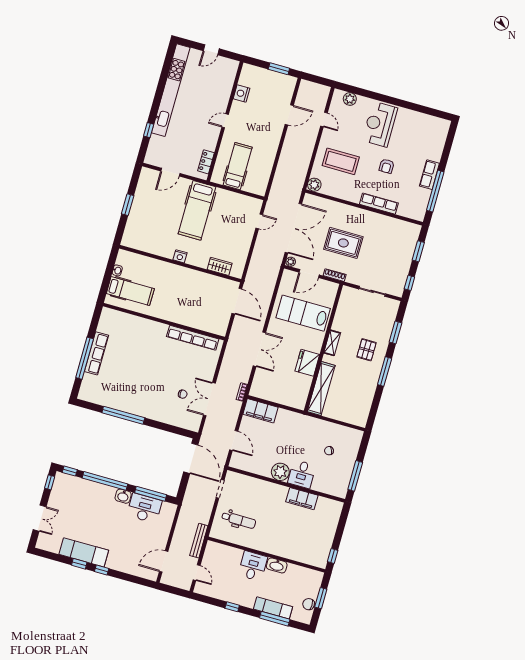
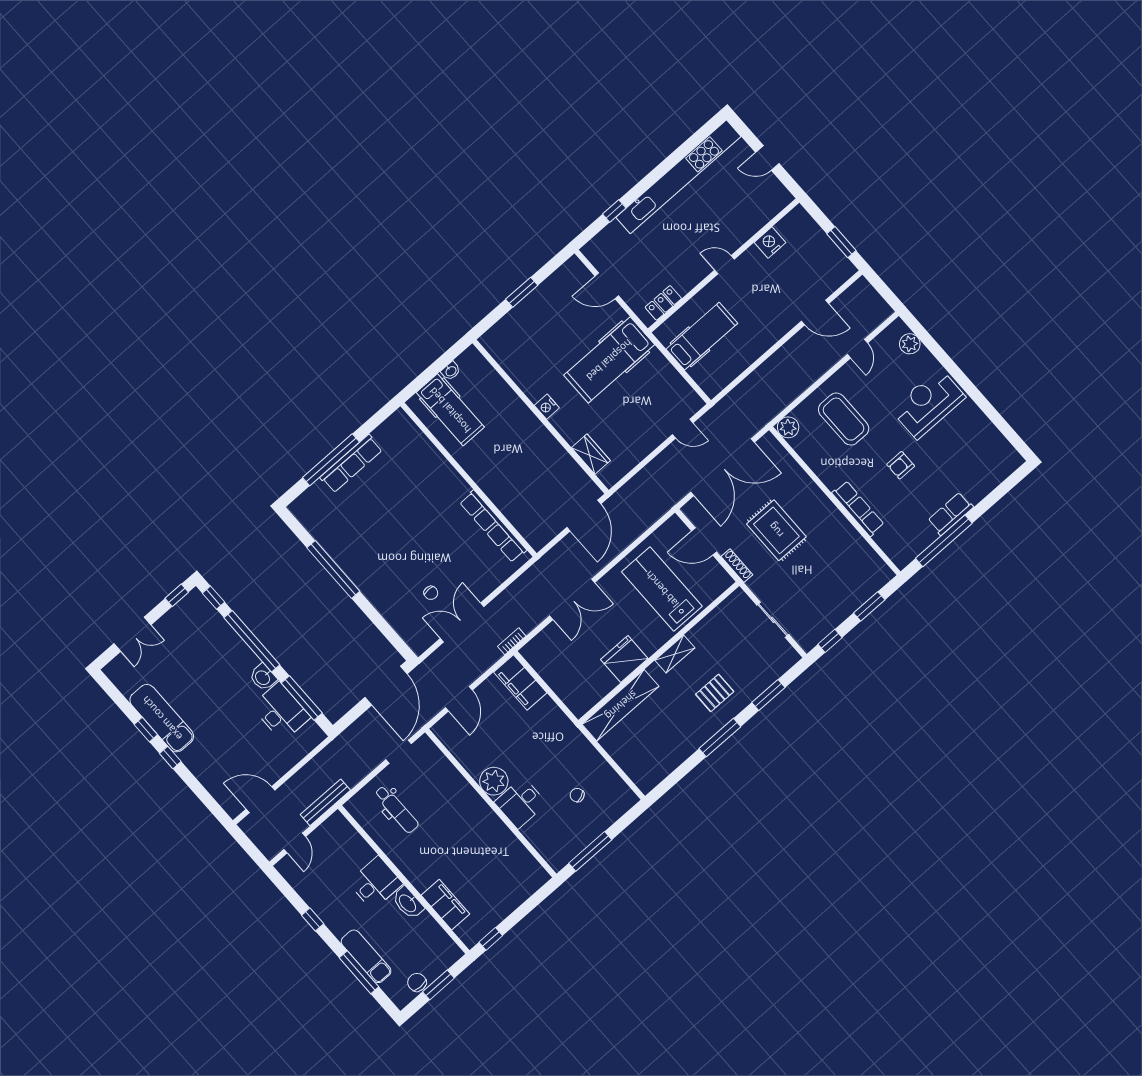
plant: (291, 262) -> (690, 510), removed
filing cabinet: (302, 499) -> (445, 905), moved, turned 180

